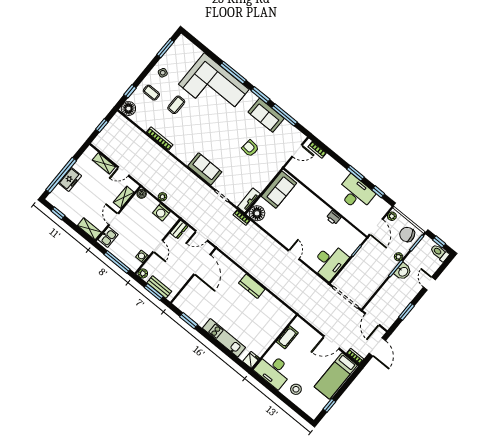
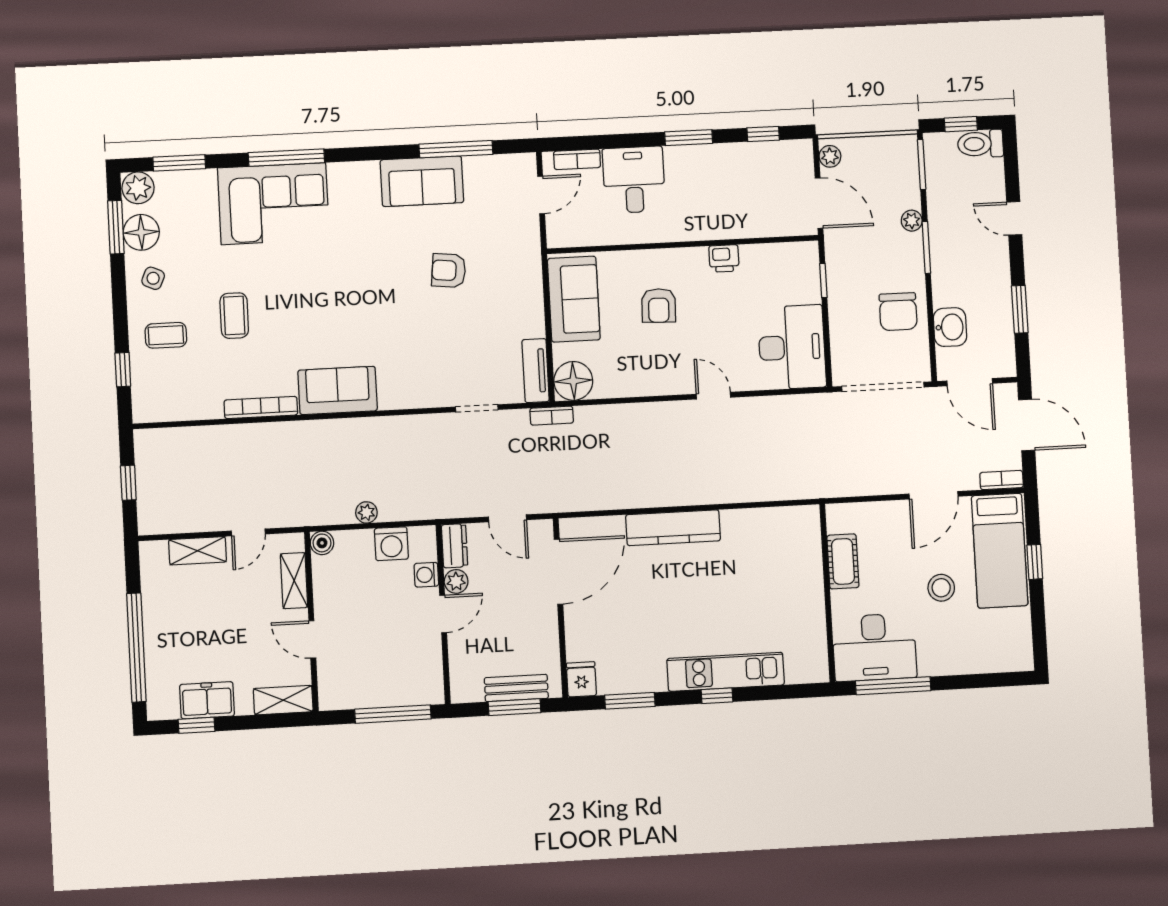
plant: (182, 42) -> (138, 188), added
corner sofa: (214, 87) -> (274, 204), width x0.73, depth x0.74
window: (261, 95) -> (179, 163), moved
floor lamp: (128, 109) -> (141, 232), moved
sofa: (205, 169) -> (338, 390), moved
freezer: (70, 179) -> (207, 700), moved, turned -90
desk: (355, 193) -> (634, 180), moved, width x0.73
armchair: (302, 214) -> (659, 306), added
chair: (407, 235) -> (898, 312), moved, turned -75
door: (202, 236) -> (508, 518), hinge flipped
kitchen sink: (108, 237) -> (333, 683), removed
door: (158, 246) -> (443, 614), hinge flipped
washing machine: (142, 256) -> (426, 575), moved
door: (202, 265) -> (559, 572), hinge flipped
washbasin: (403, 272) -> (950, 327), moved
plant: (143, 273) -> (456, 581), moved
kitchen counter: (252, 286) -> (673, 528), width x1.50
window: (215, 342) -> (717, 696), added
fridge: (251, 360) -> (581, 679), moved
window: (269, 386) -> (893, 686), added
stool: (296, 389) -> (941, 588), moved
window: (329, 405) -> (1035, 562), moved

